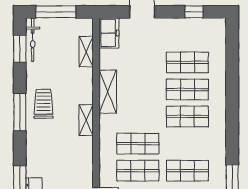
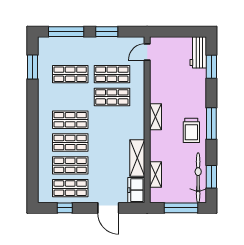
shop shelf: (187, 35) -> (70, 188), added
bicycle: (33, 40) -> (198, 178), width x1.37, depth x1.40
shelving: (108, 92) -> (137, 158), moved

